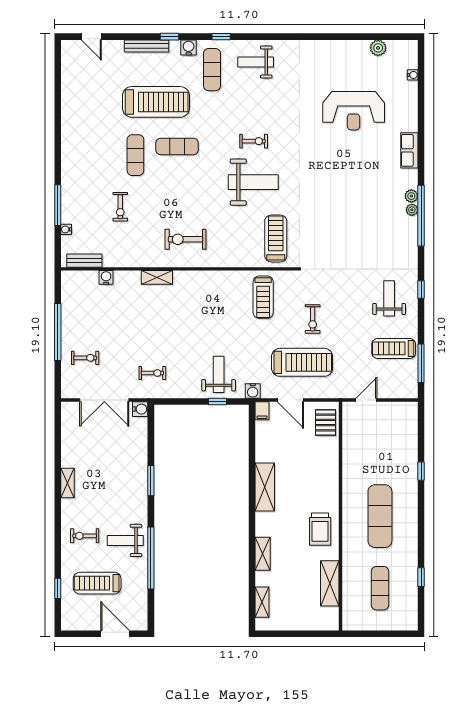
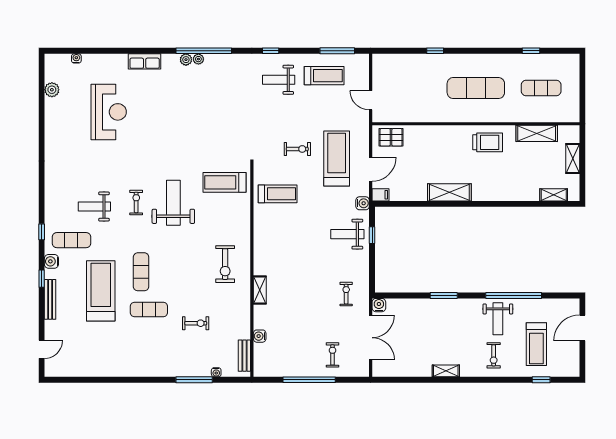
weight bench: (256, 62) -> (94, 207), moved, turned 90
treadmill: (394, 348) -> (324, 76), turned -90
shelving: (263, 554) -> (573, 158), moved, turned 90

